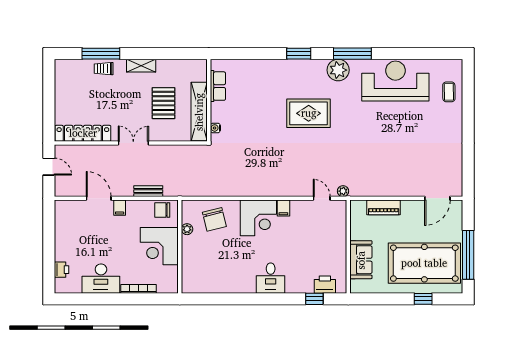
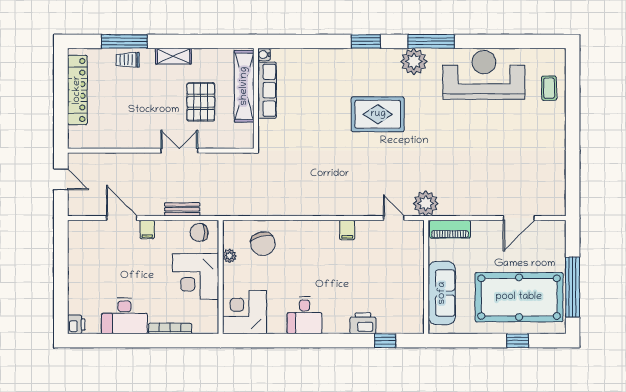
row of seats: (218, 86) -> (267, 90), width x1.48
shelving: (199, 112) -> (244, 86), moved
water cooler: (215, 128) -> (264, 55), moved
locker: (83, 133) -> (77, 90), moved, turned 90
double door: (133, 143) -> (179, 151), moved
plant: (343, 191) -> (426, 203), width x1.87, depth x1.87
door: (437, 198) -> (519, 218), moved
piano: (384, 207) -> (450, 229), moved
corner desk: (258, 218) -> (244, 312), moved, turned 180
sofa: (361, 260) -> (442, 293), width x1.36
printer: (61, 270) -> (76, 324), moved
desk: (271, 278) -> (305, 315), moved
printer: (325, 285) -> (363, 323), moved

